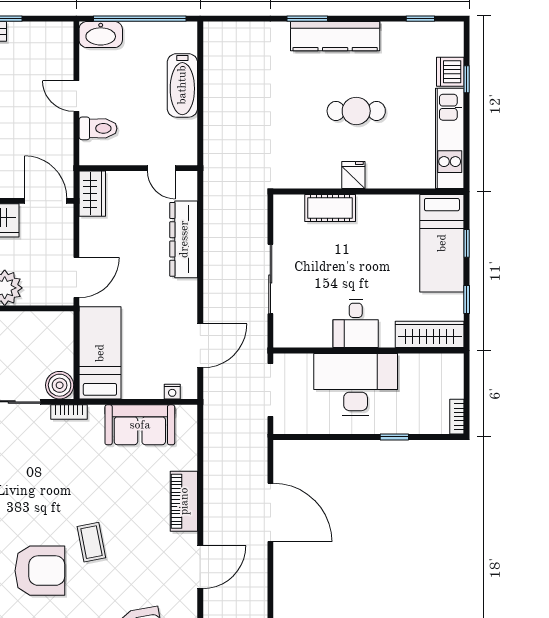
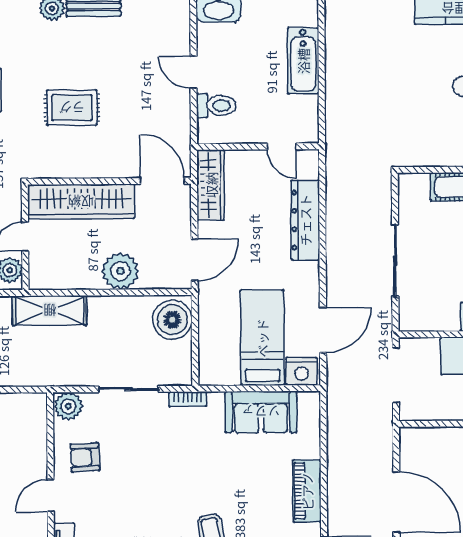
wardrobe: (92, 194) -> (211, 185), width x1.50
bed: (100, 353) -> (262, 338), moved
boiler: (60, 385) -> (172, 320), moved, width x1.37, depth x1.37
nightstand: (172, 392) -> (302, 371), width x1.89, depth x1.79

